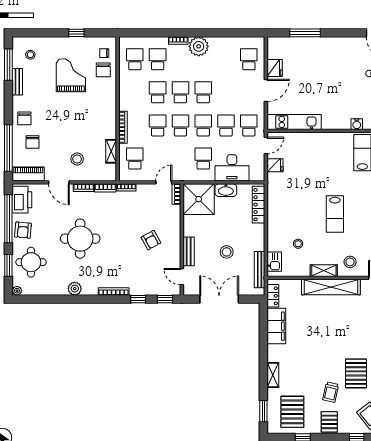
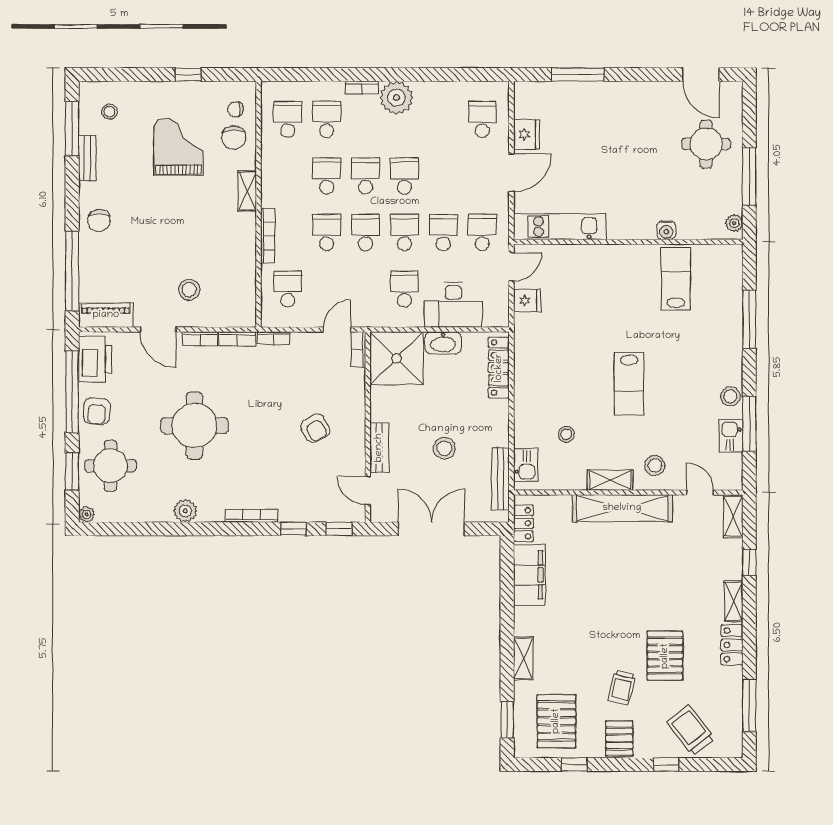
chair: (32, 142) -> (113, 261), removed
shelving: (111, 151) -> (247, 191), moved

